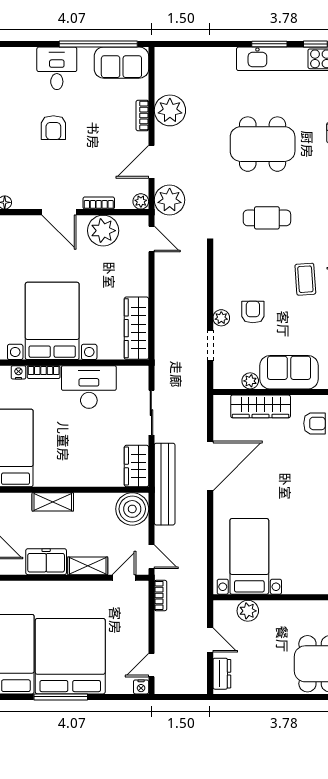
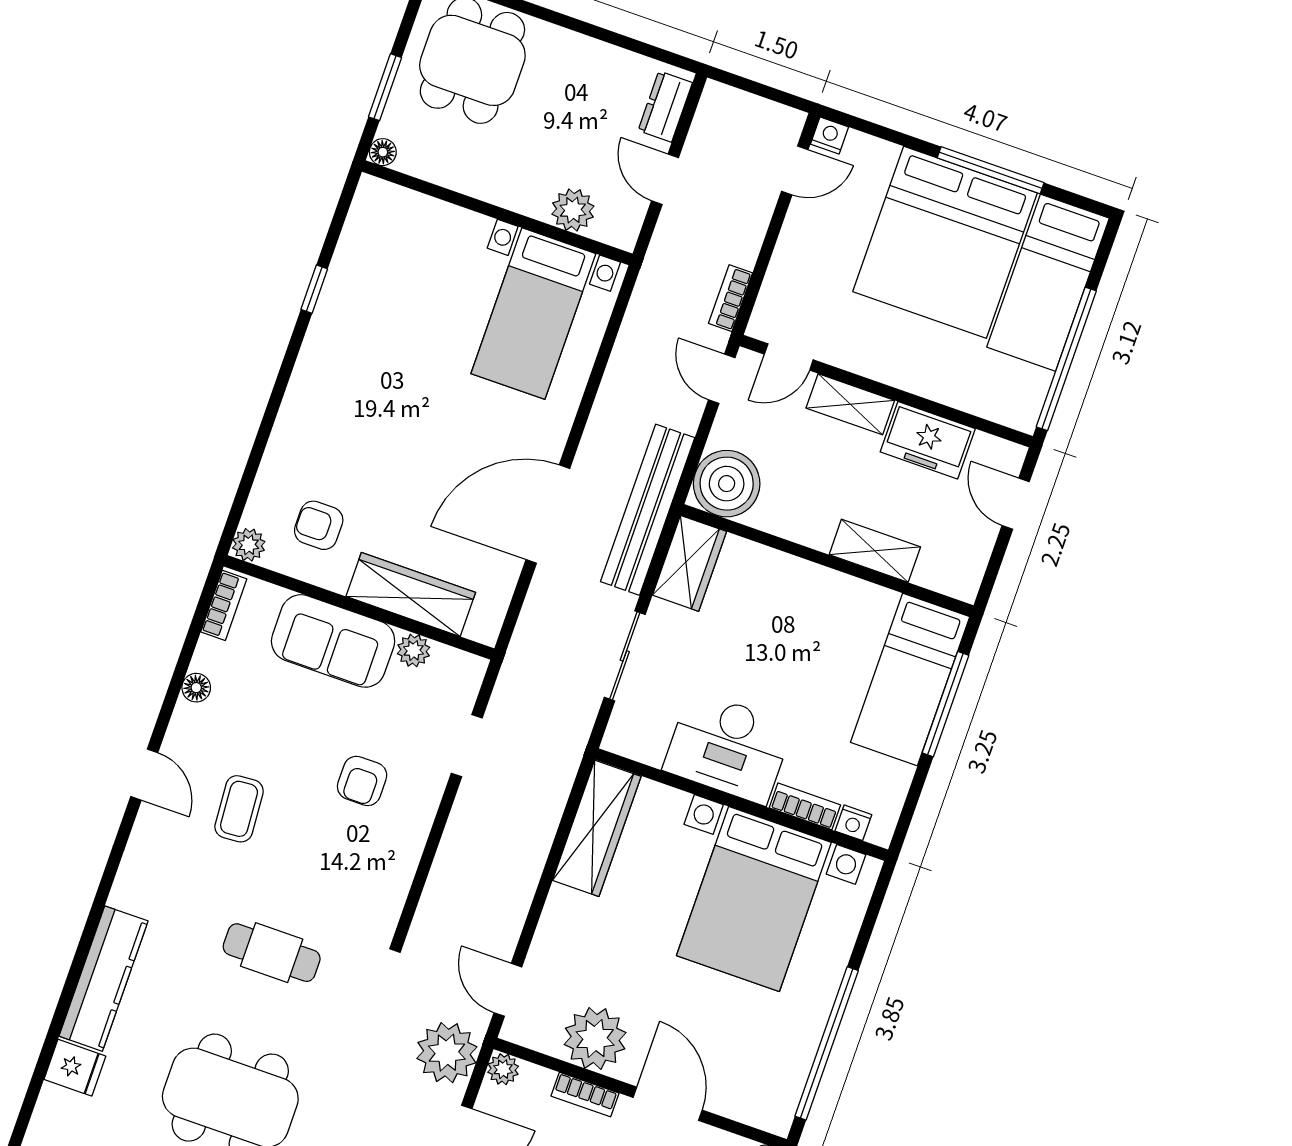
plant: (221, 318) -> (427, 791), removed

